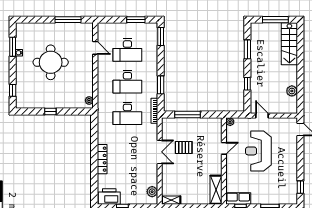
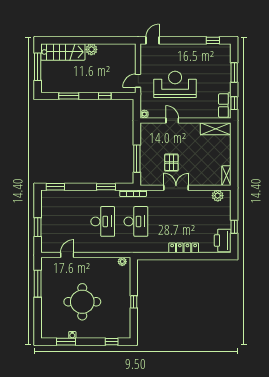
window: (136, 20) -> (38, 227), moved
desk: (127, 50) -> (70, 221), removed
plant: (292, 91) -> (91, 49), moved
reception desk: (258, 151) -> (175, 84), turned 180

